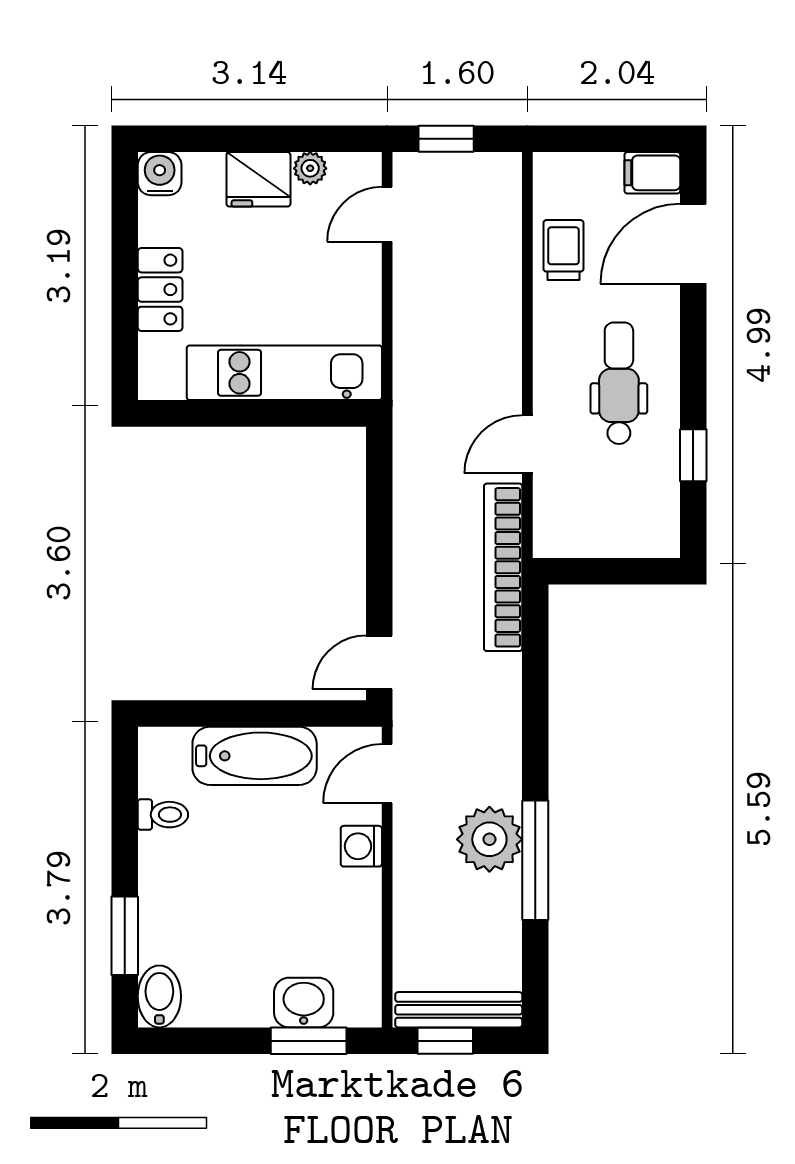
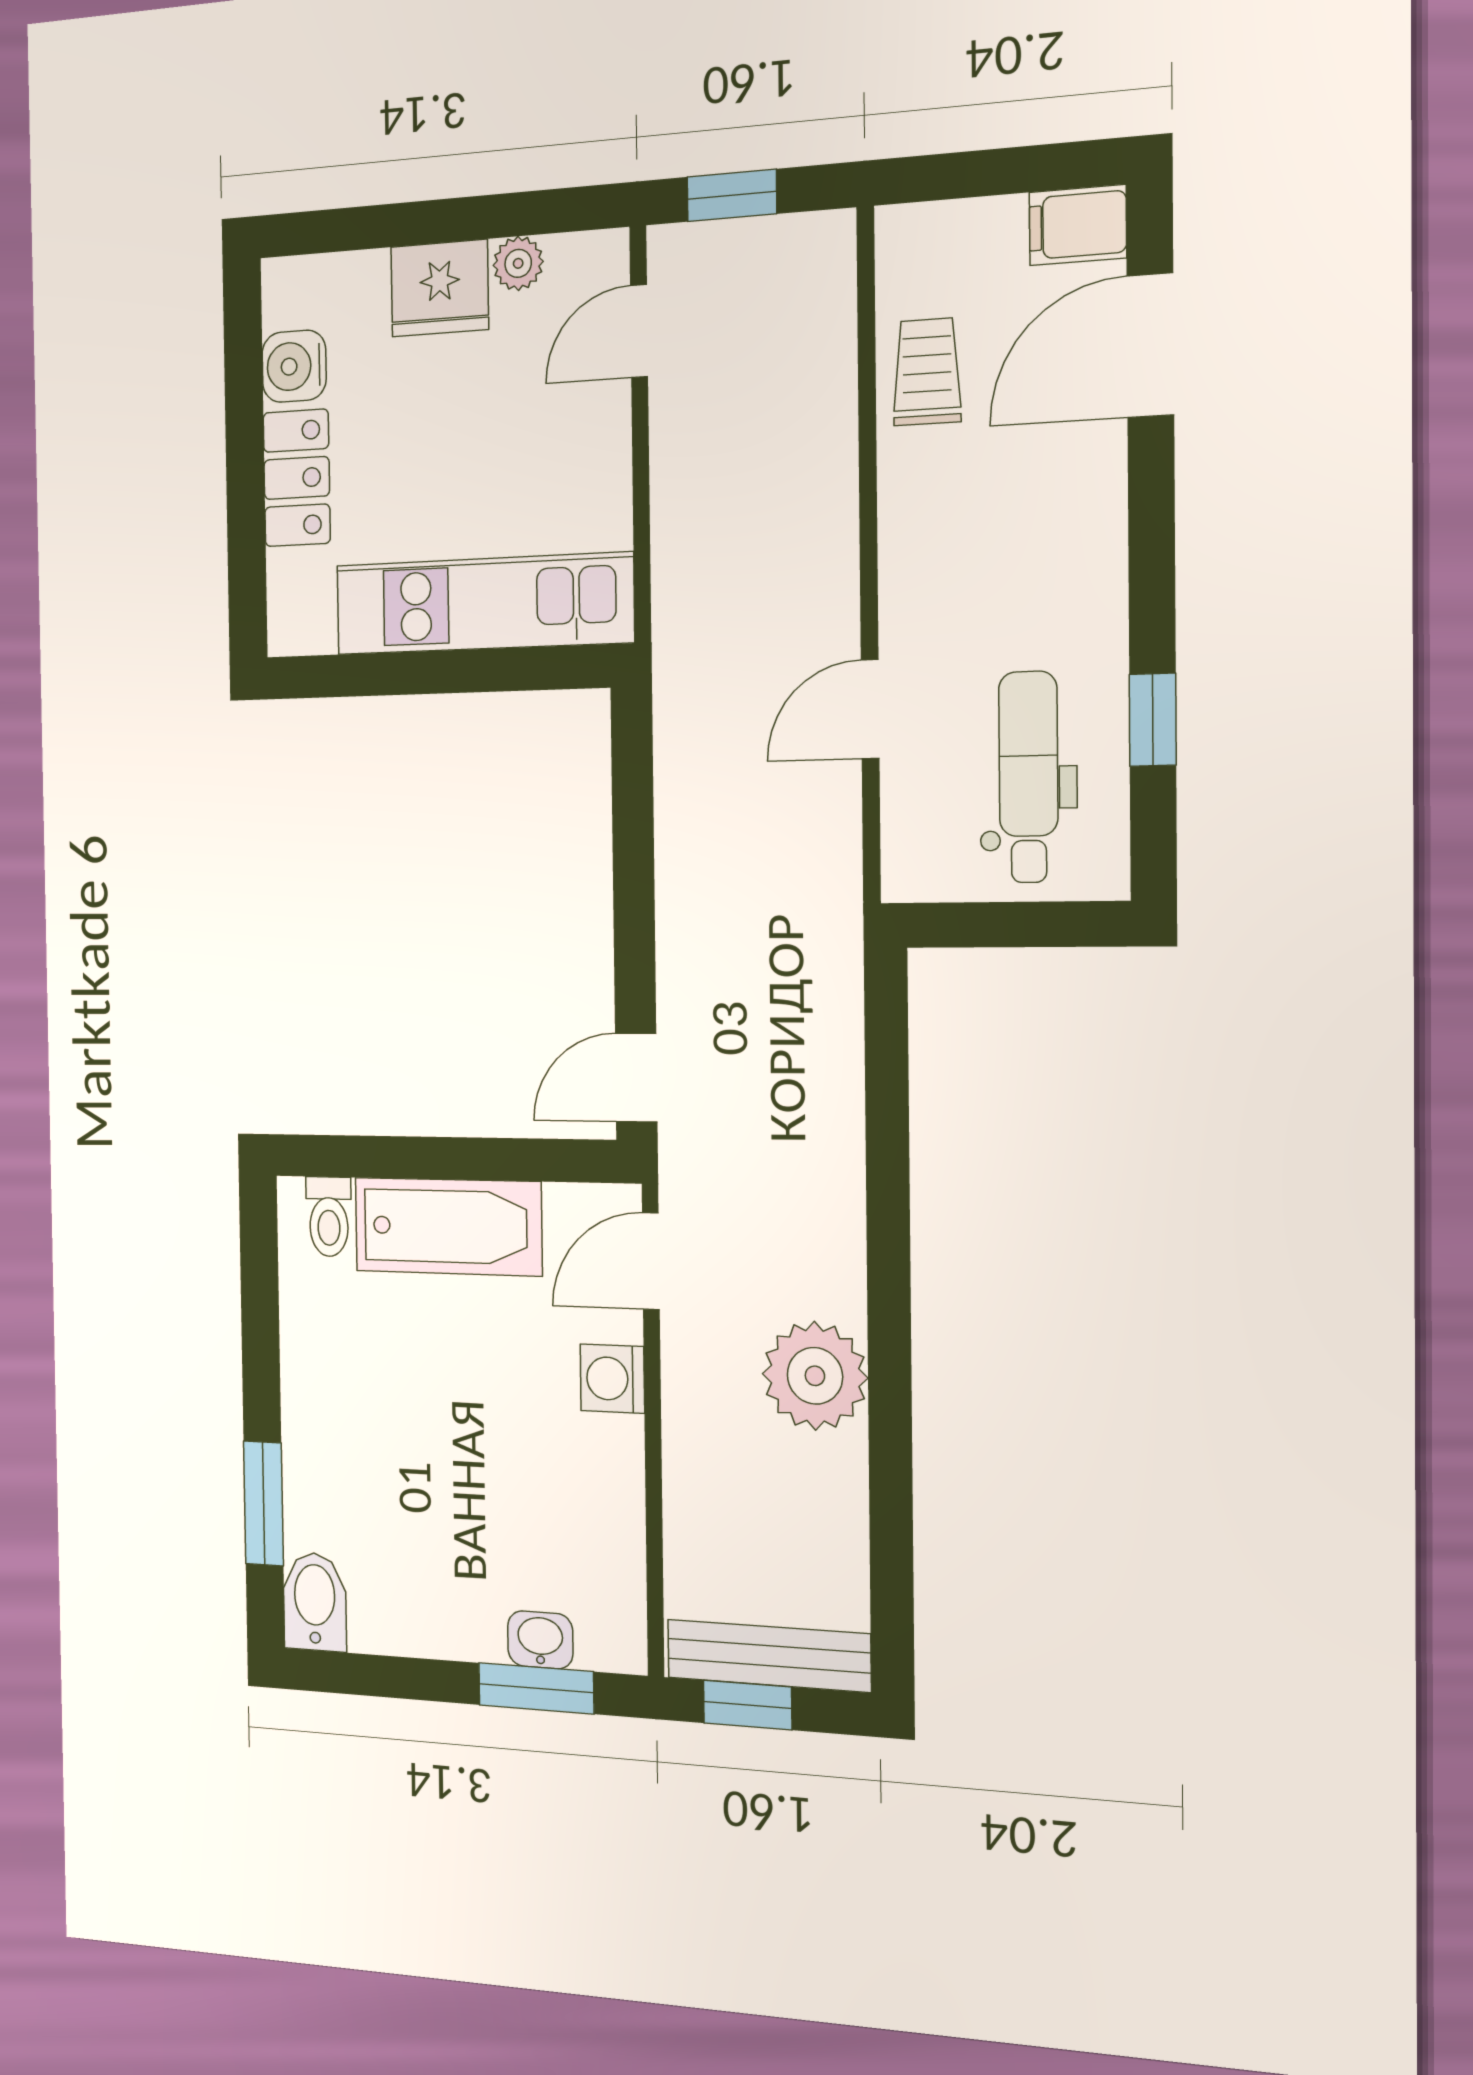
water cooler: (160, 174) -> (294, 366), moved, turned -90
dental chair: (619, 383) -> (1028, 777), moved
bookcase: (503, 567) -> (832, 919), removed
toilet: (163, 815) -> (329, 1217), moved, turned 90
window: (535, 860) -> (890, 1414), removed
washbasin: (304, 1003) -> (540, 1640), width x0.72, depth x0.69

